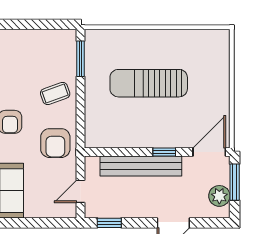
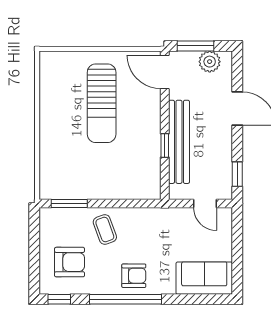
sun lounger: (149, 83) -> (102, 103), moved
armchair: (55, 143) -> (70, 262), moved
window: (164, 152) -> (165, 145), moved

